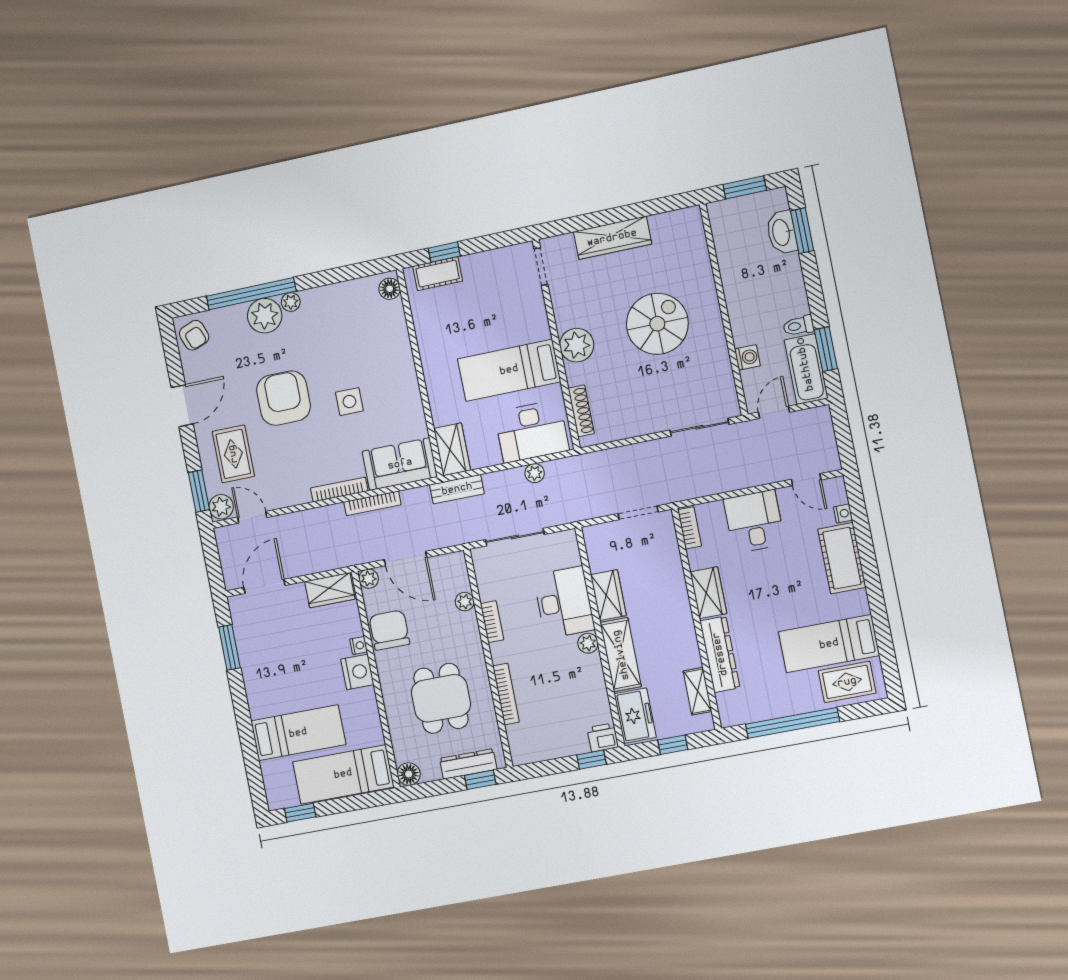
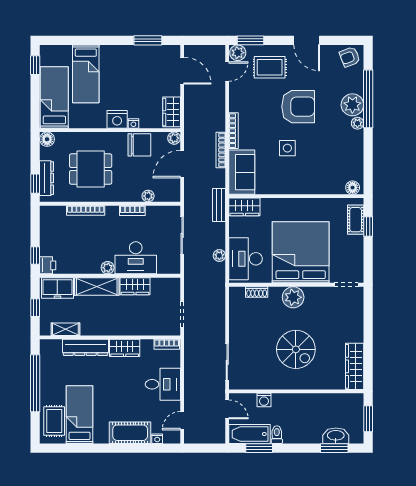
wardrobe: (612, 238) -> (355, 366), moved
bed: (509, 370) -> (301, 252), width x2.04
shoe rack: (581, 411) -> (257, 292), width x0.70

